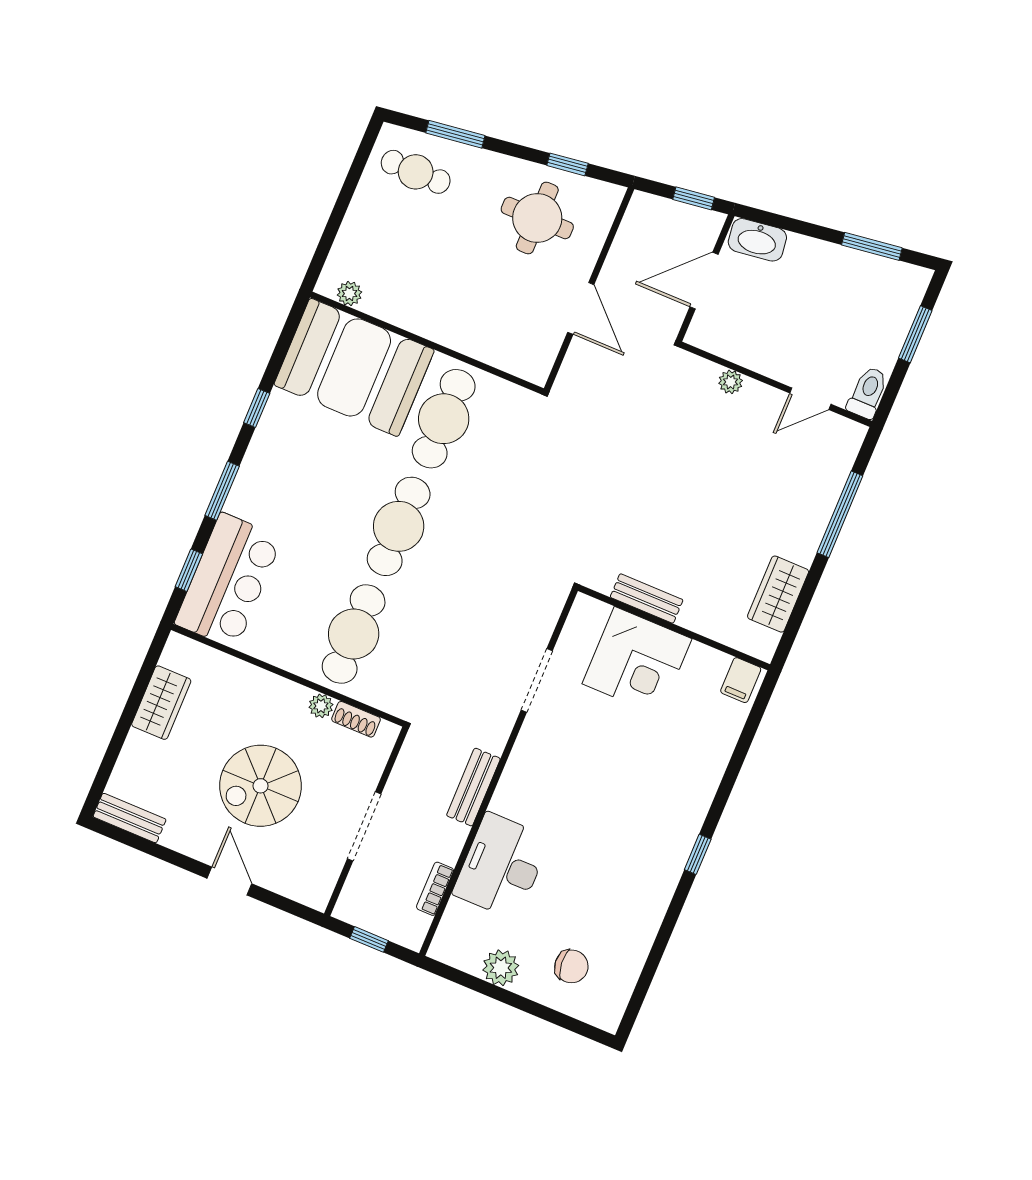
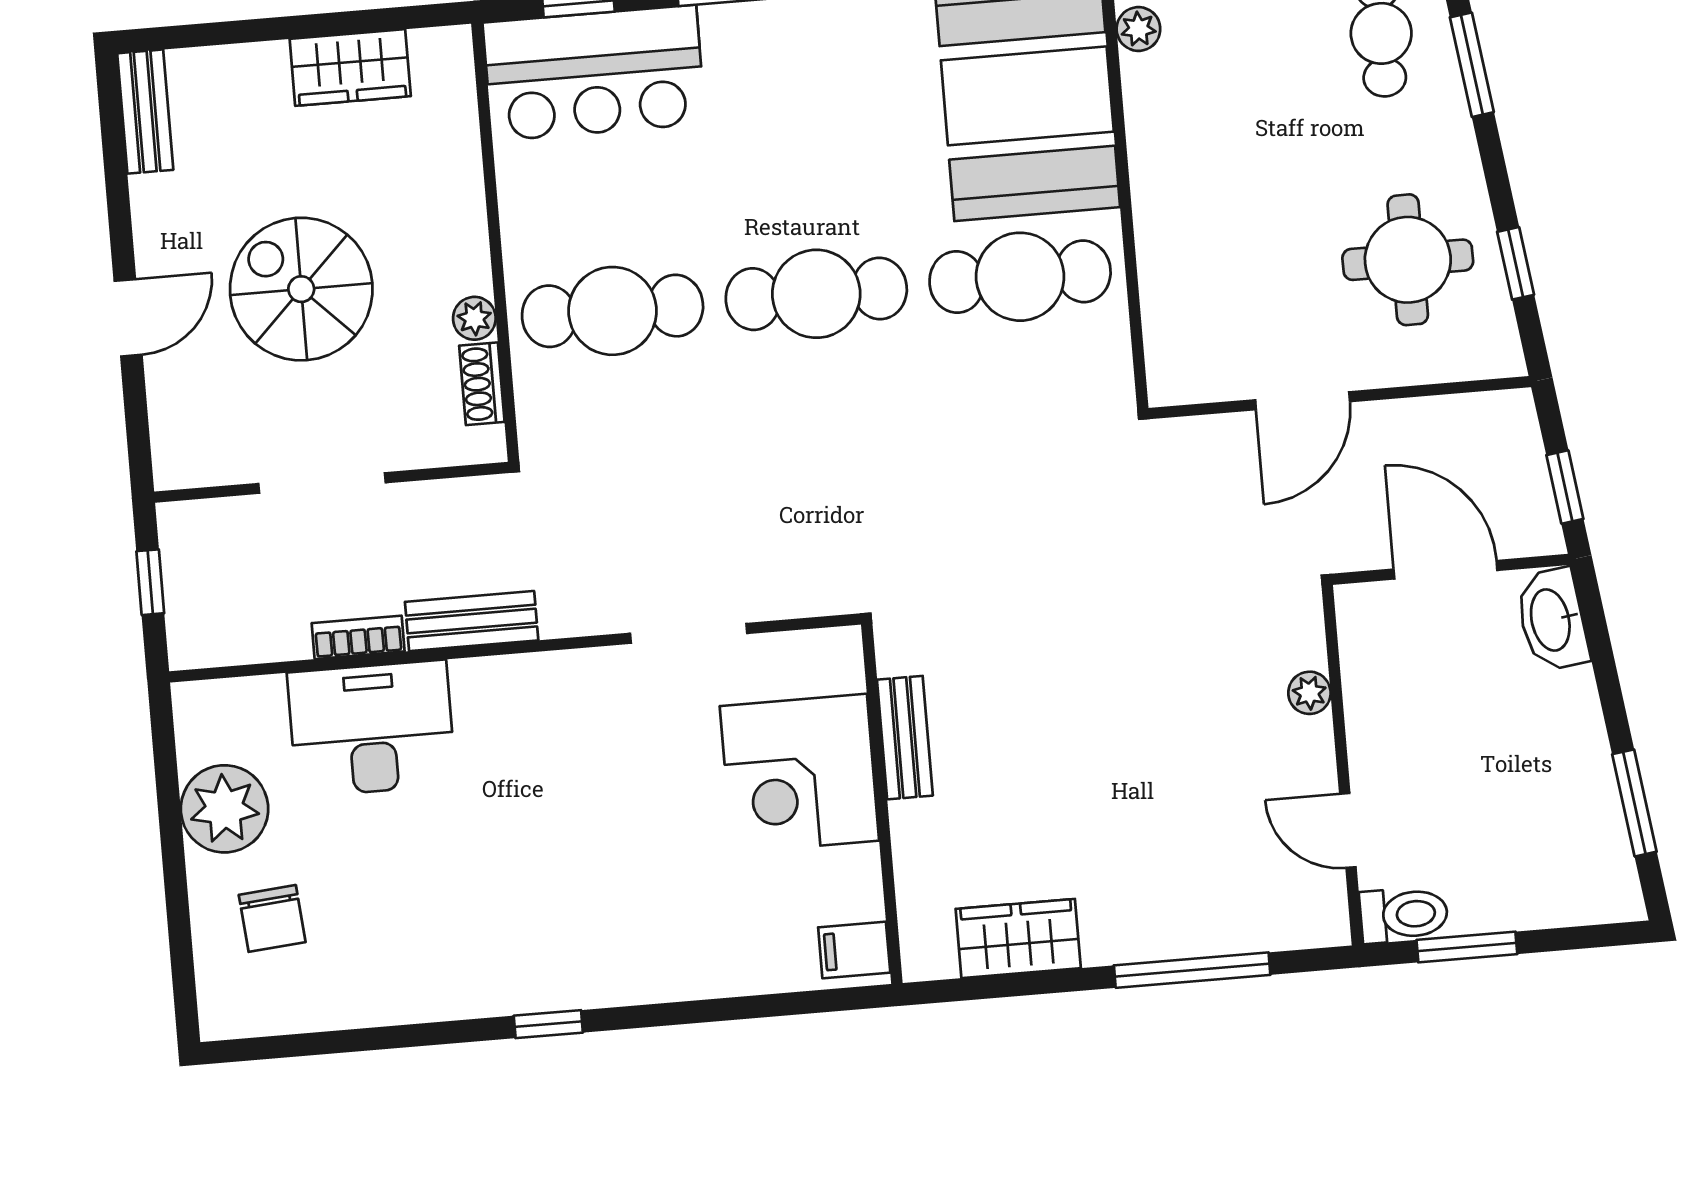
window: (915, 334) -> (1467, 947), moved
bookcase: (435, 889) -> (358, 637), moved
plant: (501, 968) -> (224, 809), width x1.36, depth x1.36

